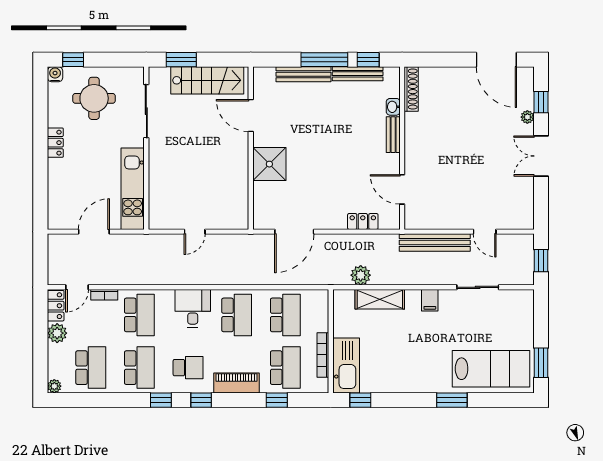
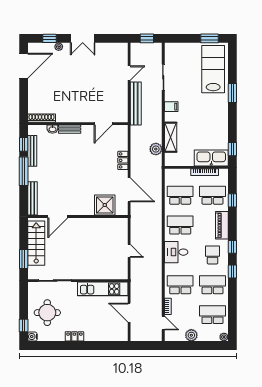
bench: (304, 74) -> (32, 198), moved
shower: (269, 164) -> (105, 205), moved
locker: (363, 221) -> (123, 160), moved
locker: (56, 306) -> (174, 336), removed

